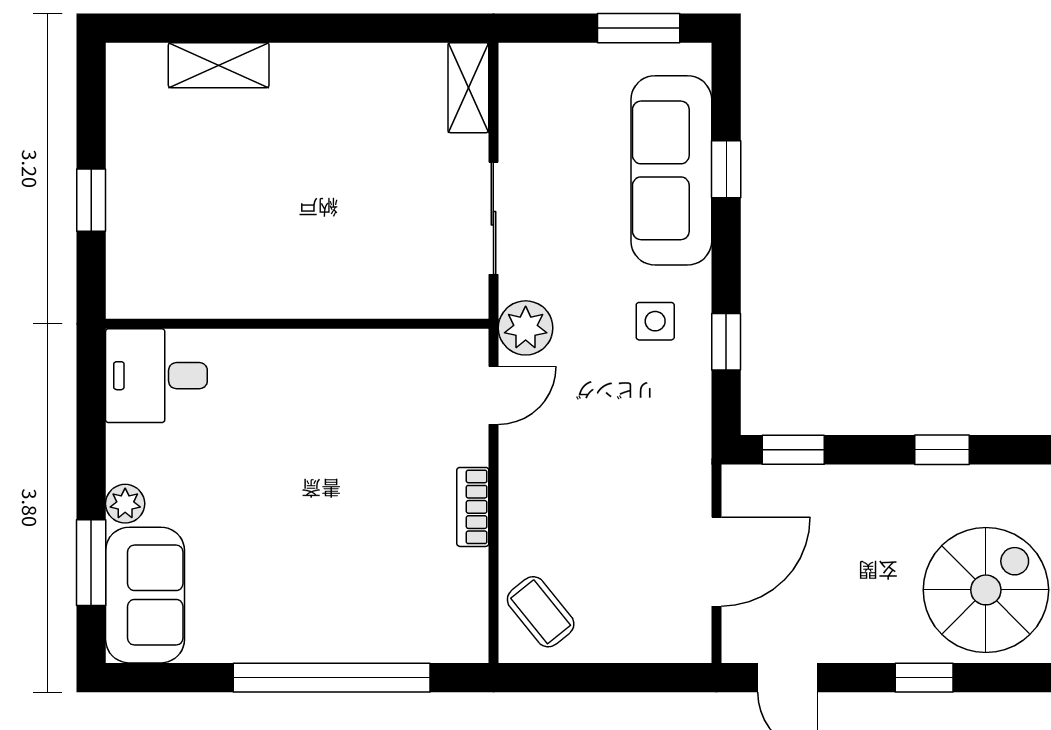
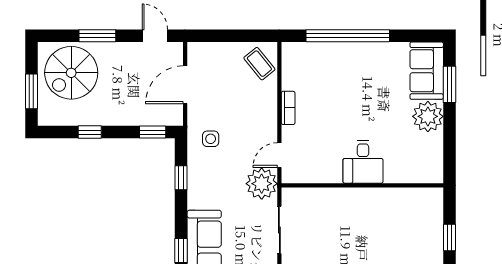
side table: (655, 321) -> (211, 139), moved
plant: (526, 328) -> (262, 184), width x1.36, depth x1.36
desk: (156, 376) -> (363, 162), moved, turned 90
plant: (125, 504) -> (428, 116), width x1.87, depth x1.87
window: (924, 678) -> (97, 36), width x1.50

